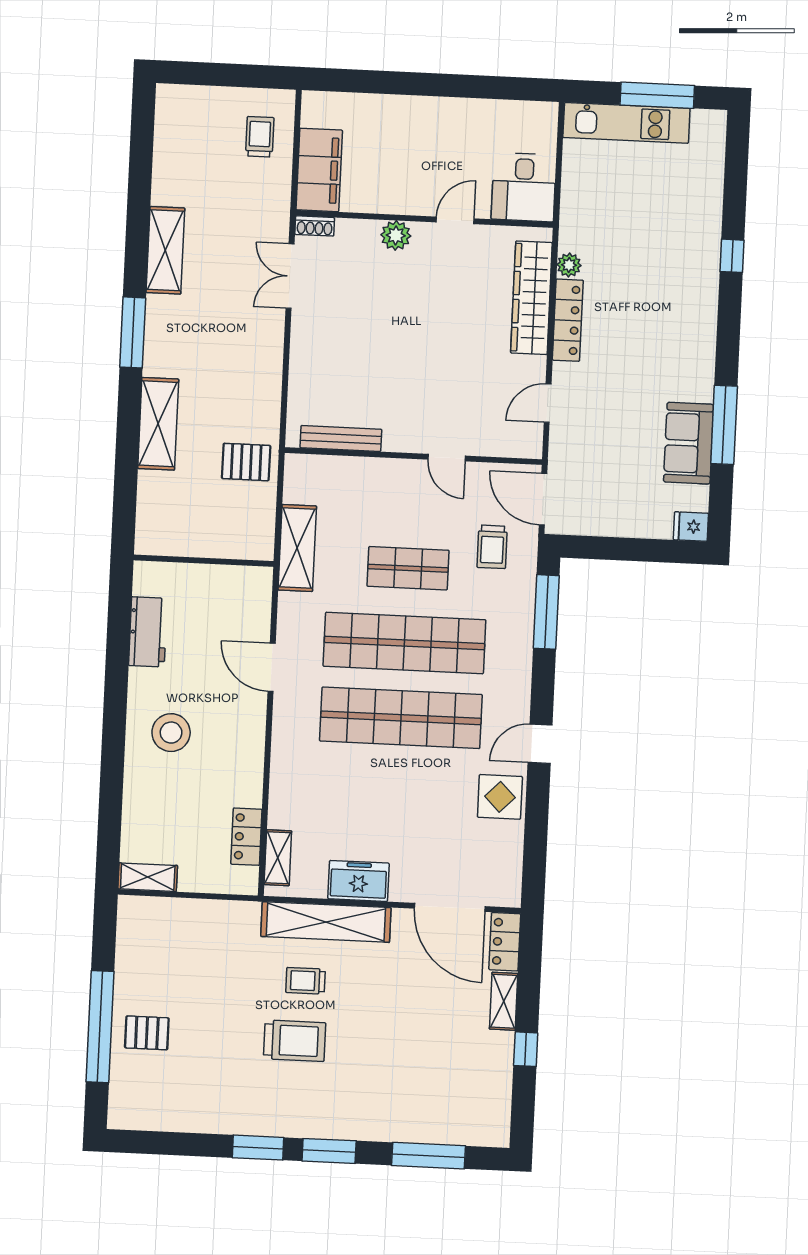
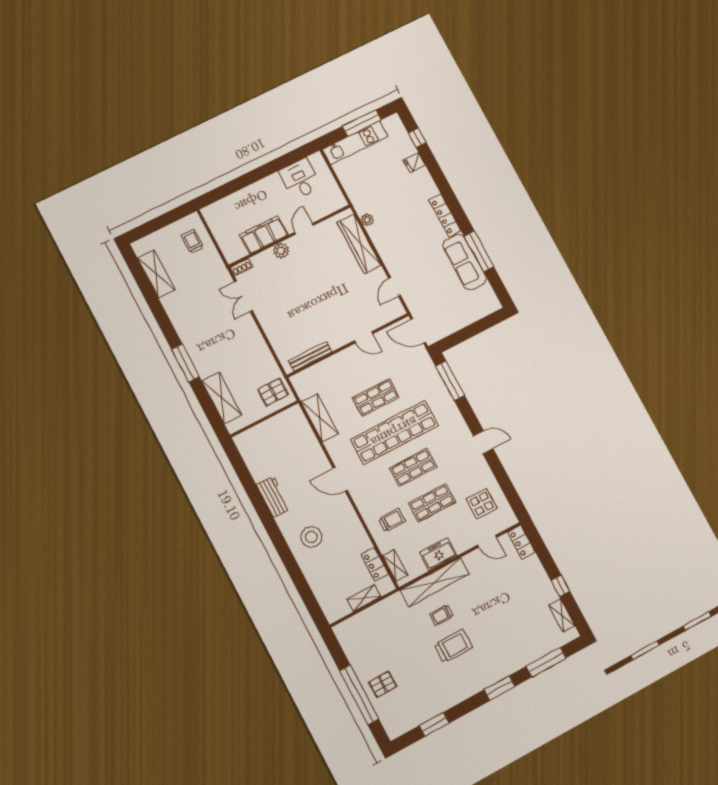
filing cabinet: (319, 170) -> (264, 235), moved, turned -90
desk: (524, 187) -> (300, 179), moved, turned 180
shelving: (165, 250) -> (156, 274), moved
window: (732, 256) -> (417, 138), moved
locker: (568, 320) -> (445, 215), moved, turned 180
sofa: (689, 443) -> (465, 262), width x1.36
fridge: (691, 527) -> (414, 163), moved
trolley: (492, 547) -> (392, 520), moved, turned -90
wall: (204, 561) -> (264, 419), moved
shop shelf: (401, 718) -> (413, 467), width x0.50, depth x0.74
door: (540, 744) -> (483, 442), swing flipped
shop shelf: (397, 793) -> (432, 503), added
display table: (500, 797) -> (482, 504), moved
shelving: (148, 877) -> (364, 598), moved
door: (450, 907) -> (487, 541), width x0.53
shelving: (504, 1001) -> (562, 615), moved
window: (258, 1148) -> (434, 724), moved

